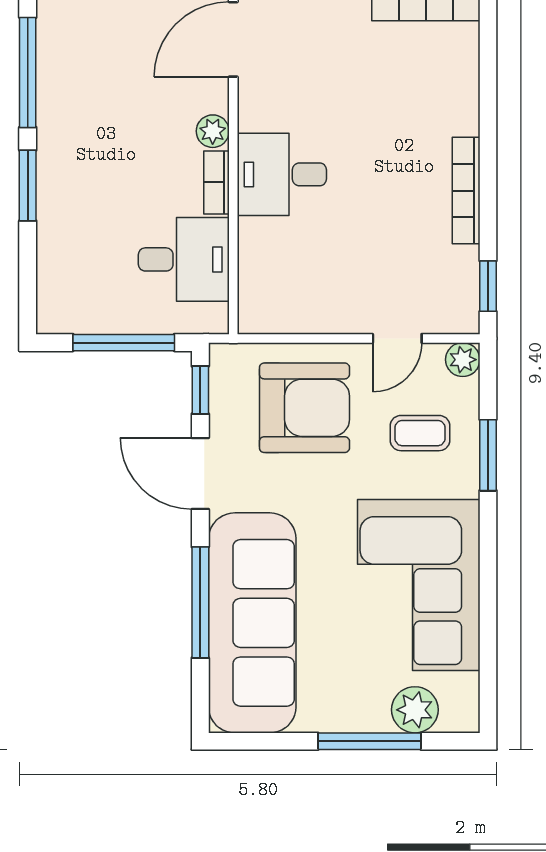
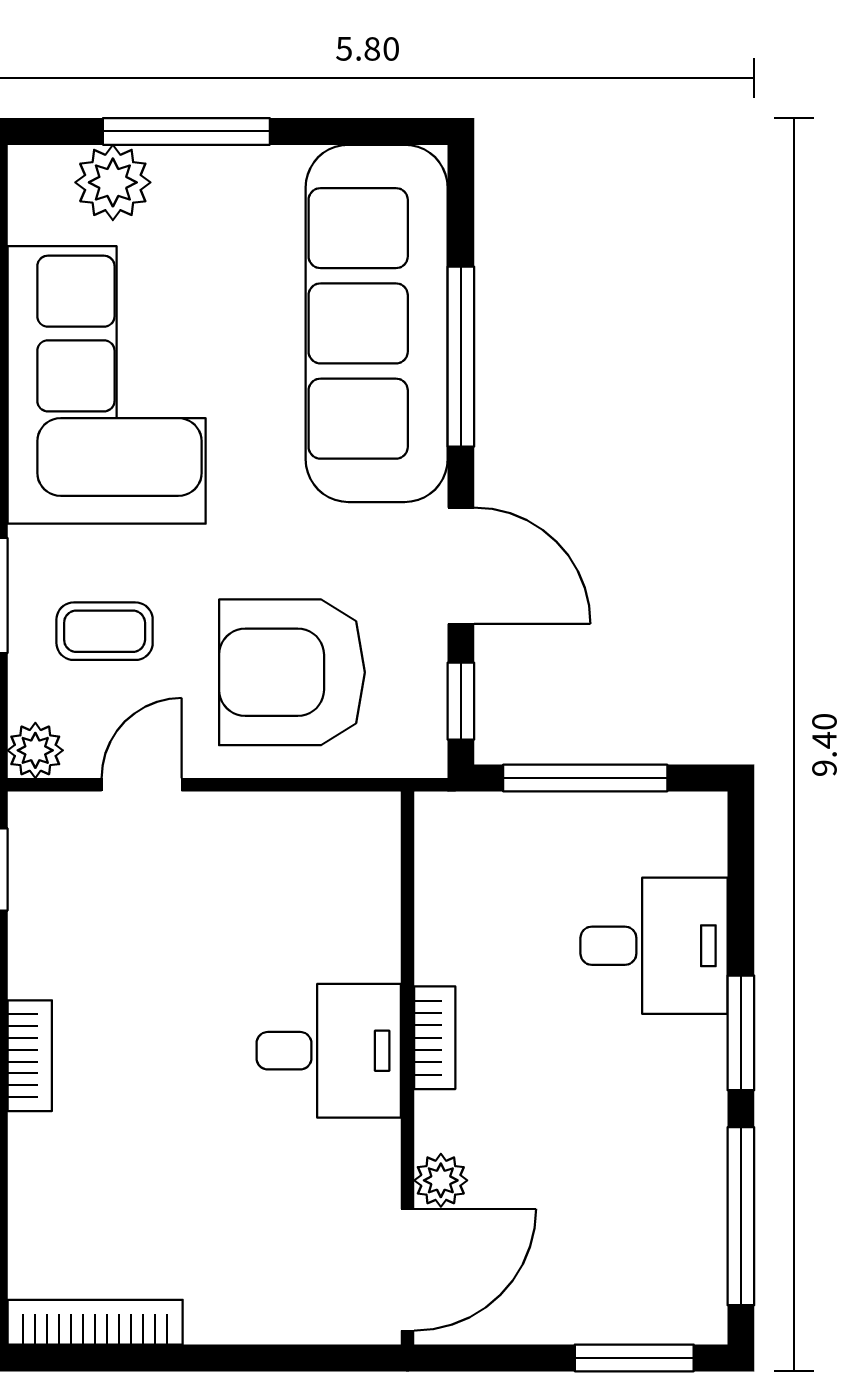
plant: (213, 131) -> (441, 1180), moved
bookcase: (466, 191) -> (30, 1056), width x0.64
desk: (184, 259) -> (654, 946), moved, turned 180

